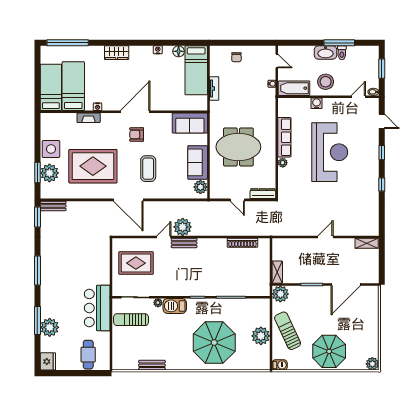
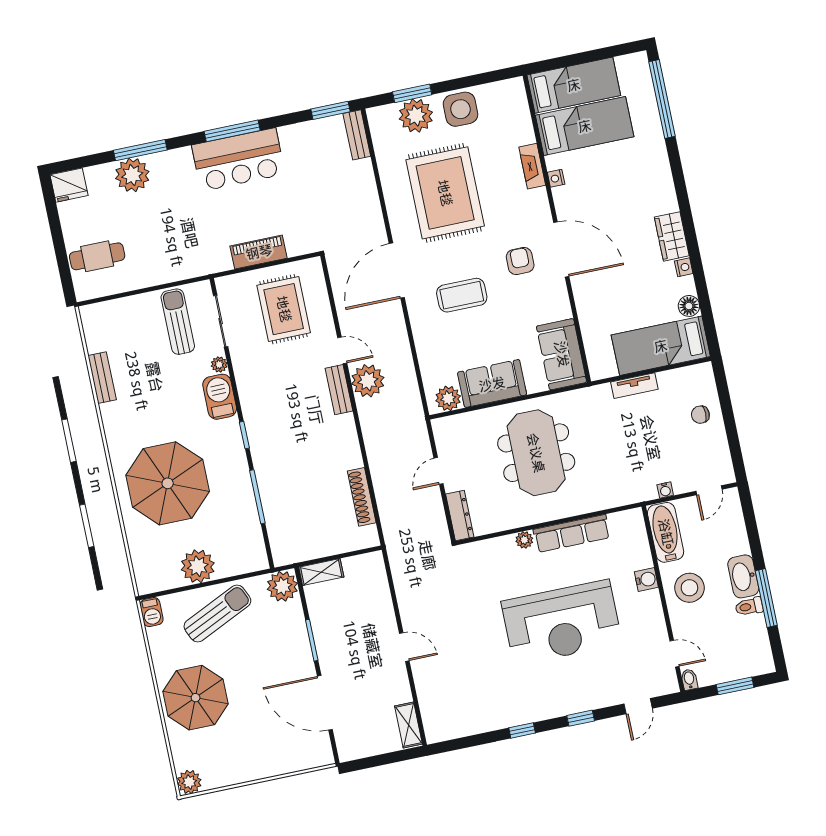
wardrobe: (117, 53) -> (672, 236), moved
piano: (104, 270) -> (259, 252), added
bar counter: (97, 308) -> (238, 160), moved, turned 180

